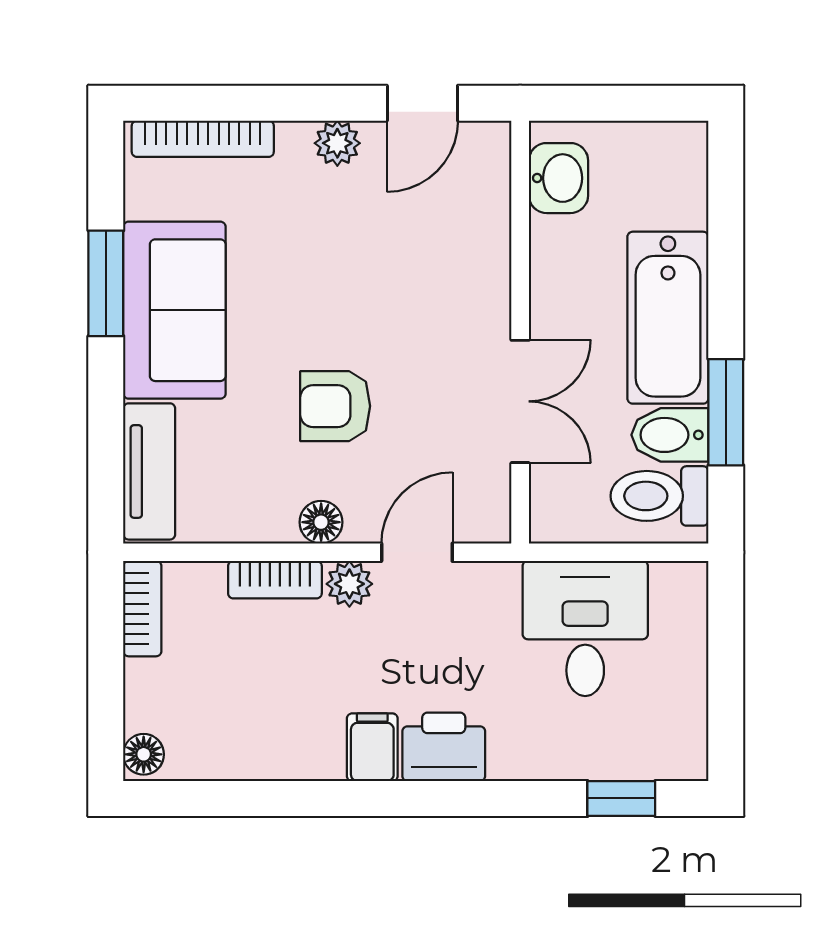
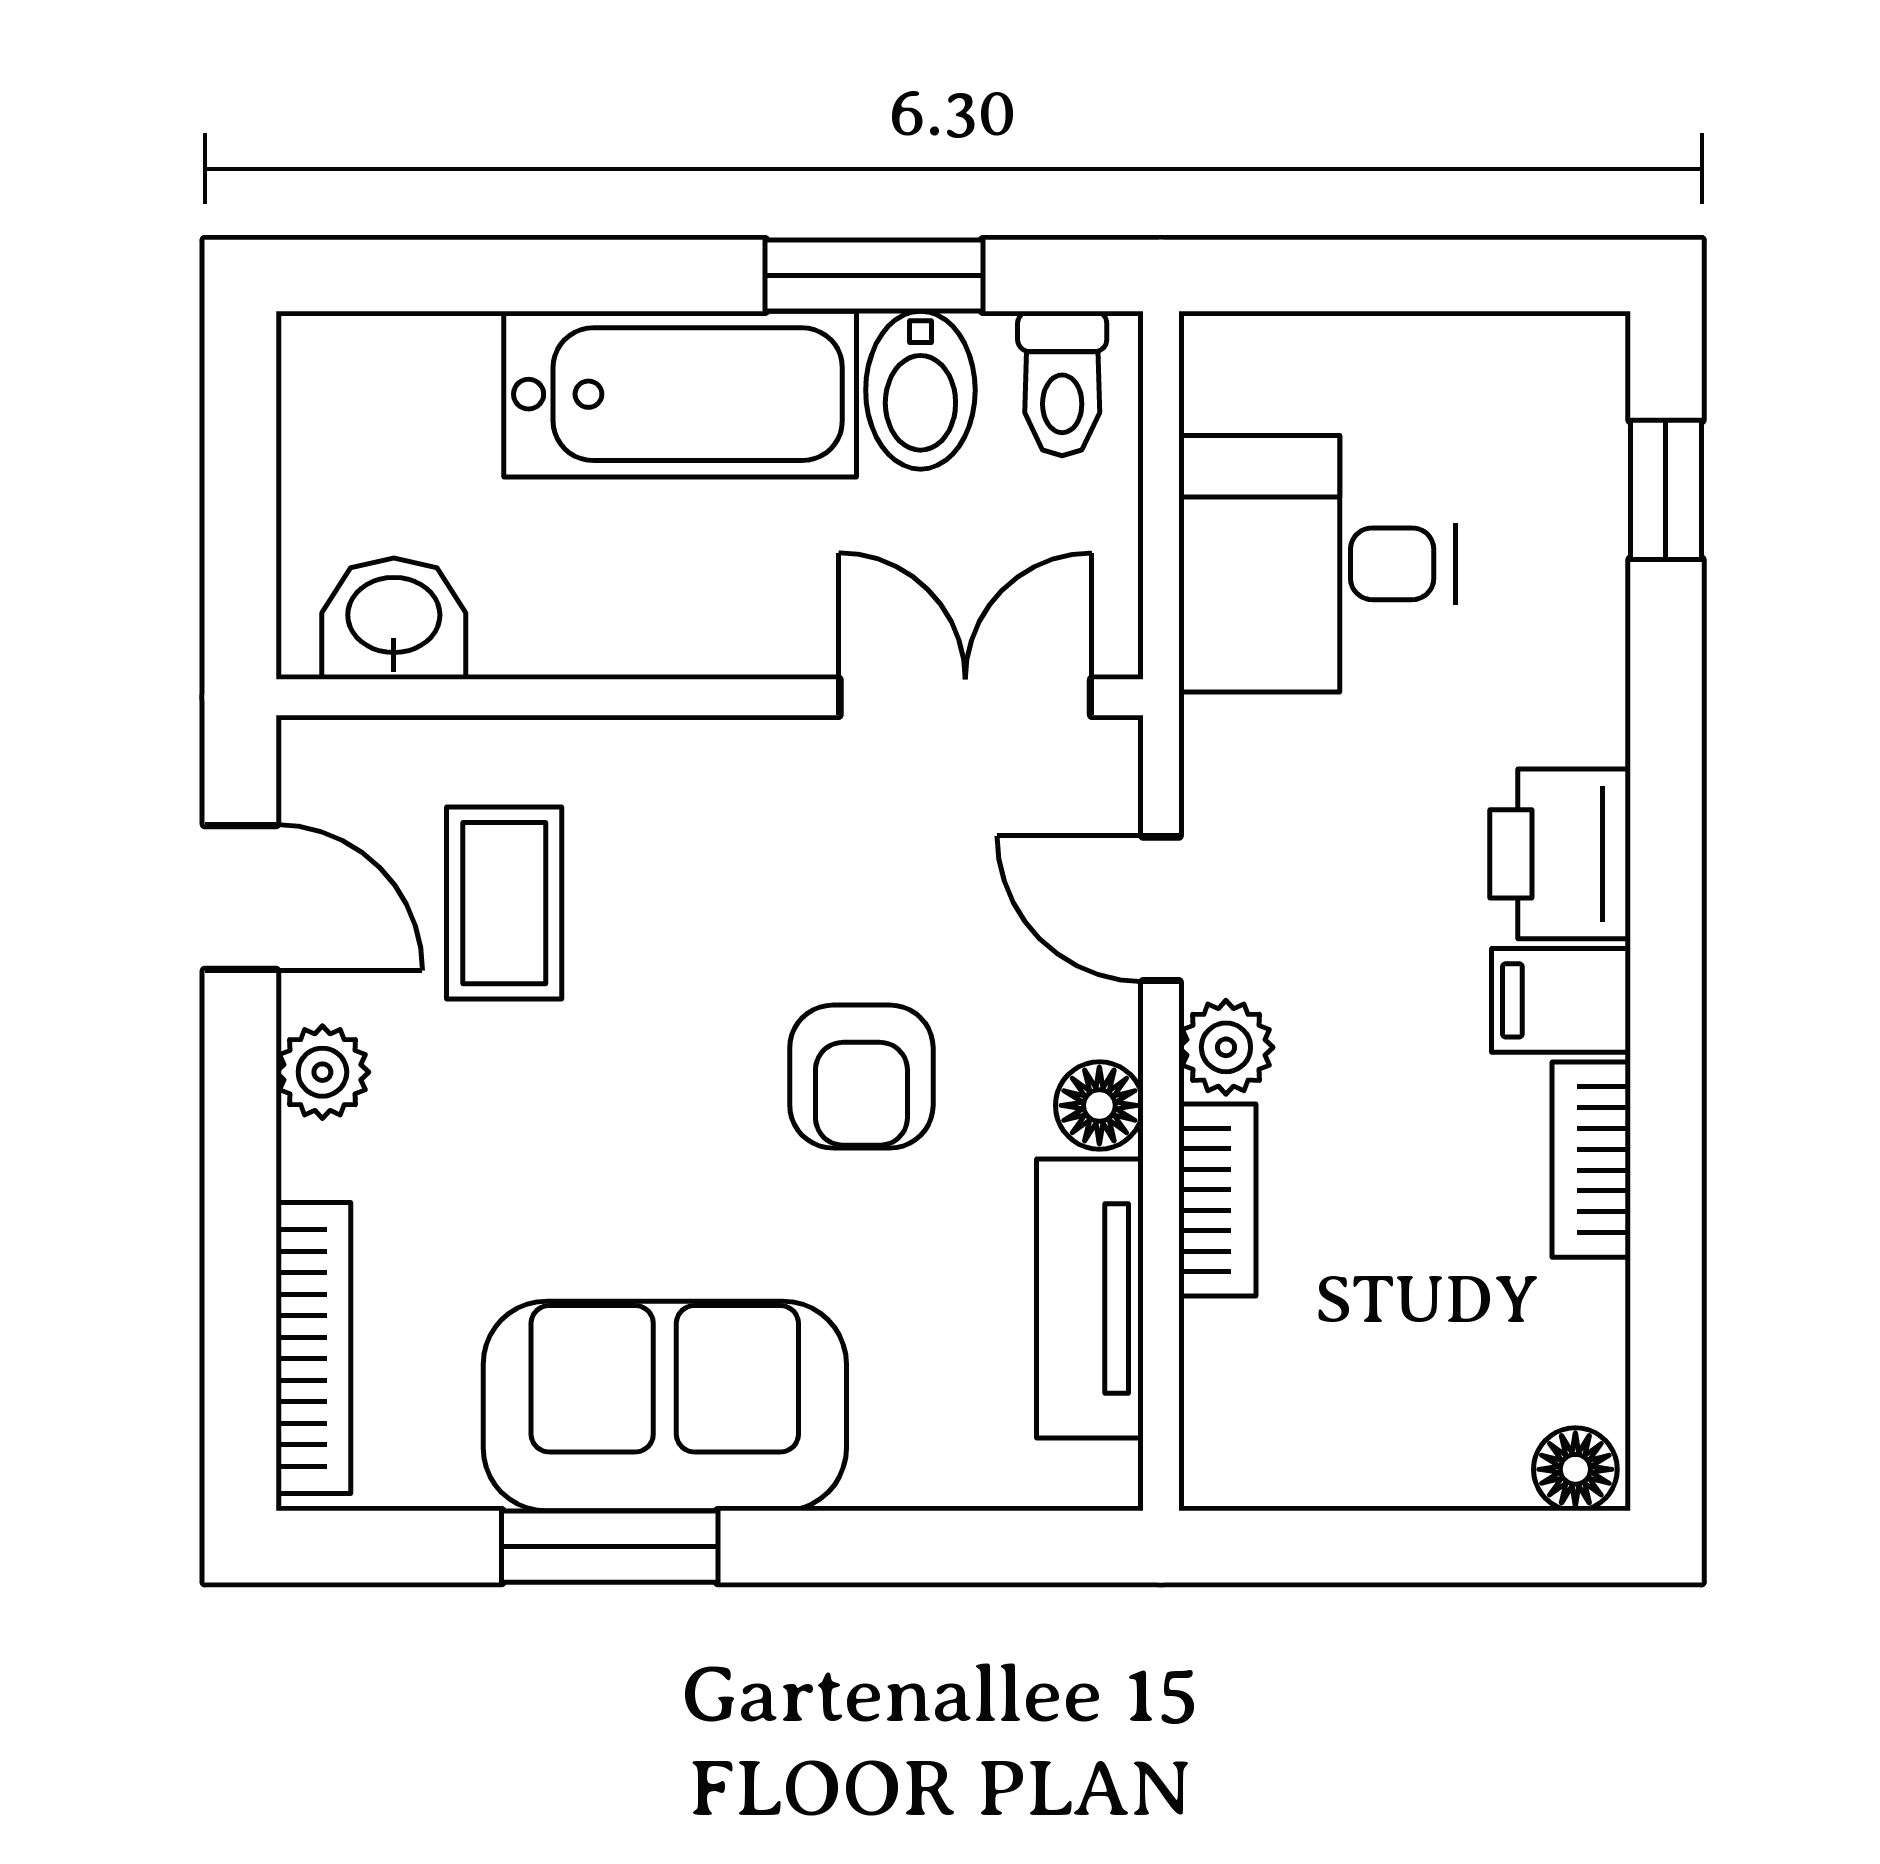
coffee table: (420, 232) -> (504, 903), added
double door: (520, 401) -> (965, 697), moved
tv unit: (149, 471) -> (1090, 1298), moved, turned -90
toilet: (659, 496) -> (1062, 384), width x0.73, depth x0.72
bookcase: (142, 609) -> (1591, 1160), moved, turned -90

